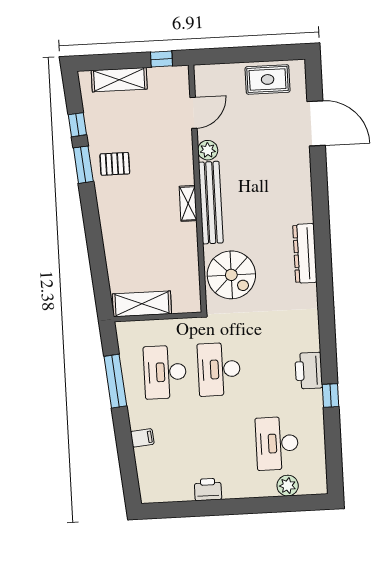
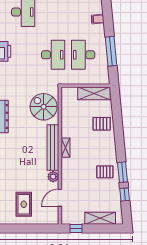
rug: (268, 79) -> (24, 204), moved, turned 90
pallet: (126, 250) -> (102, 124), added
desk: (165, 372) -> (83, 55), turned 180

